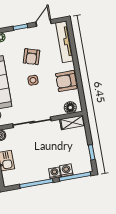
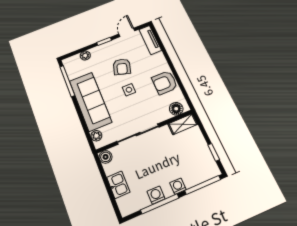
tv unit: (65, 42) -> (150, 40), width x0.71
washing machine: (66, 170) -> (156, 195), moved

